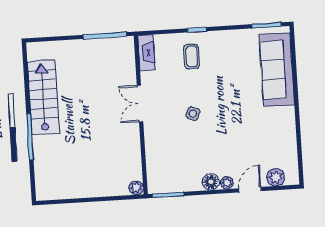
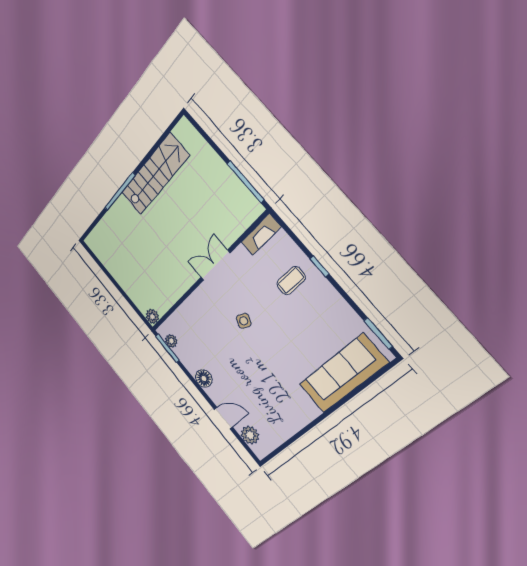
plant: (227, 183) -> (171, 341), moved

